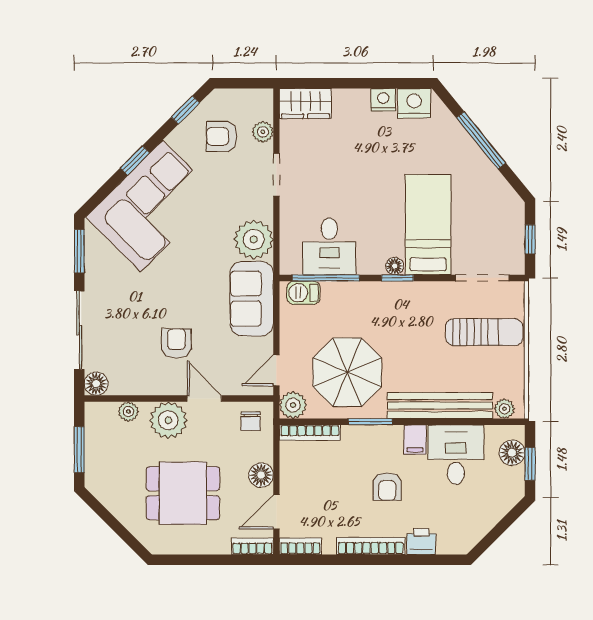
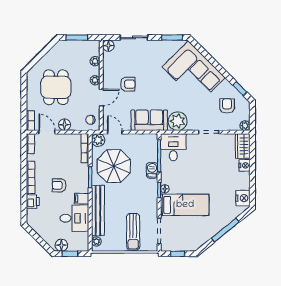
nightstand: (383, 100) -> (245, 165), moved
plant: (263, 132) -> (245, 126), moved
window: (135, 160) -> (215, 64), removed
desk: (329, 246) -> (173, 147), moved, turned 90
barbecue: (303, 293) -> (152, 170), moved
sliding door: (79, 330) -> (134, 38), width x0.73
plant: (168, 420) -> (95, 80), width x0.53, depth x0.53
floor lamp: (512, 453) -> (61, 245), moved

